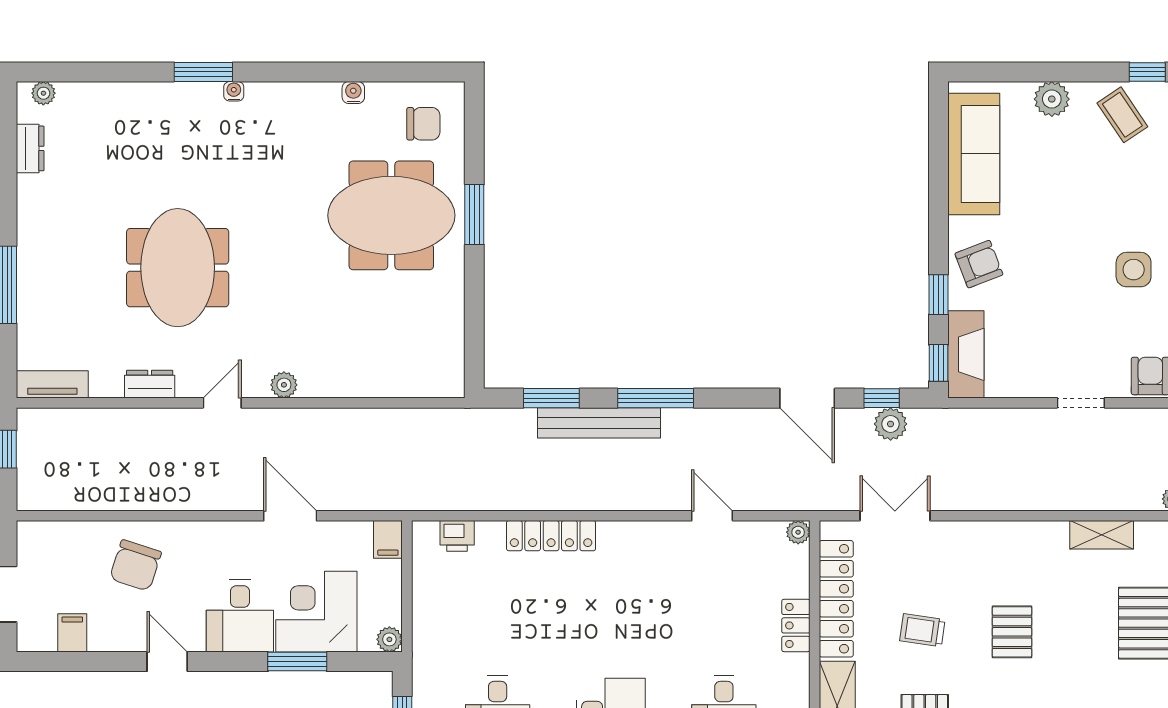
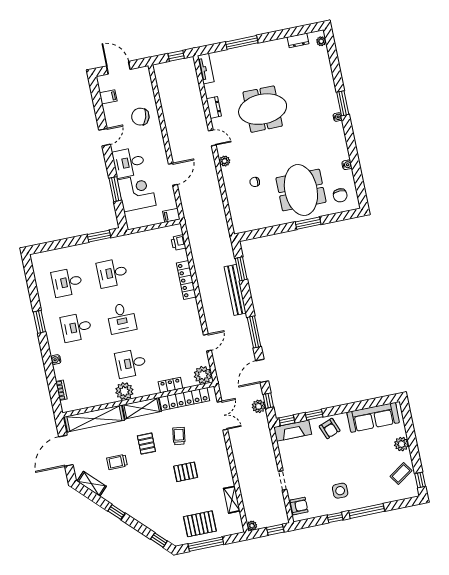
chair: (349, 323) -> (255, 182), added
window: (656, 398) -> (254, 332), moved
plant: (798, 532) -> (203, 375), width x1.88, depth x1.88
plant: (389, 639) -> (132, 224), removed

